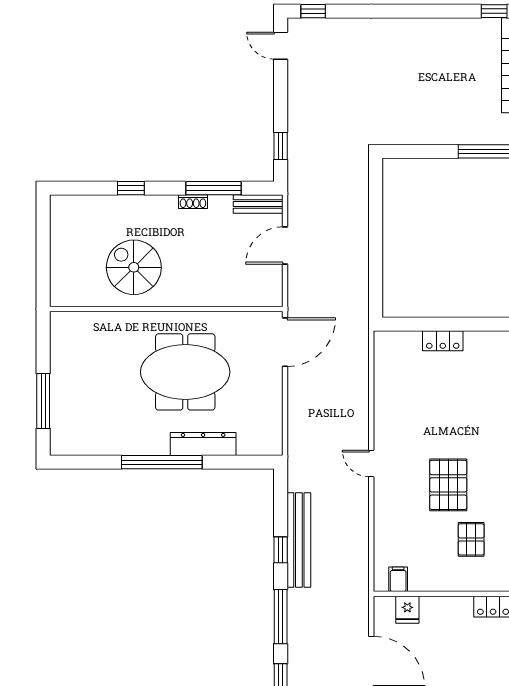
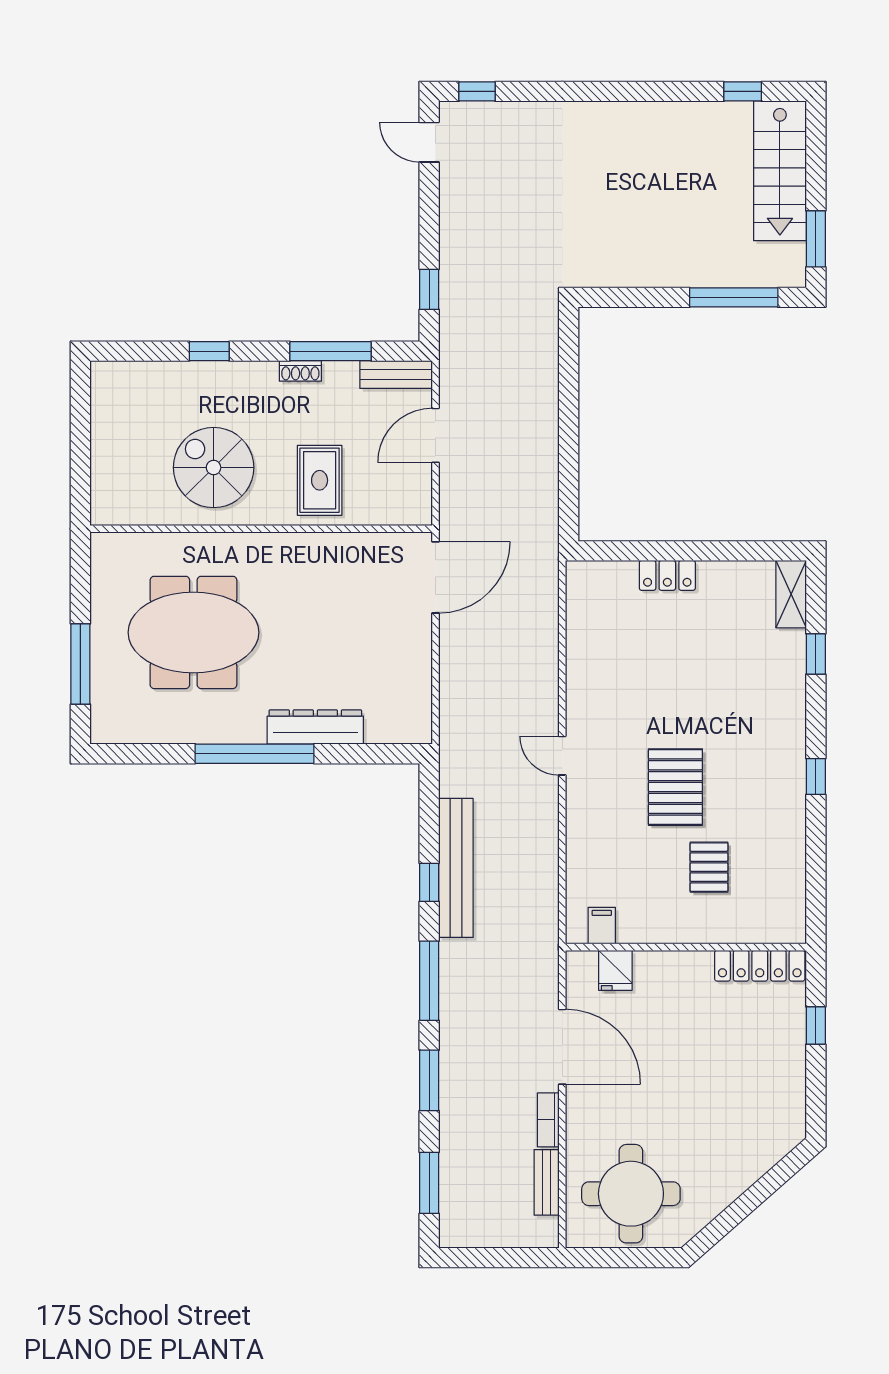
rug: (206, 276) -> (320, 480), added
meeting table: (185, 372) -> (193, 632), moved

